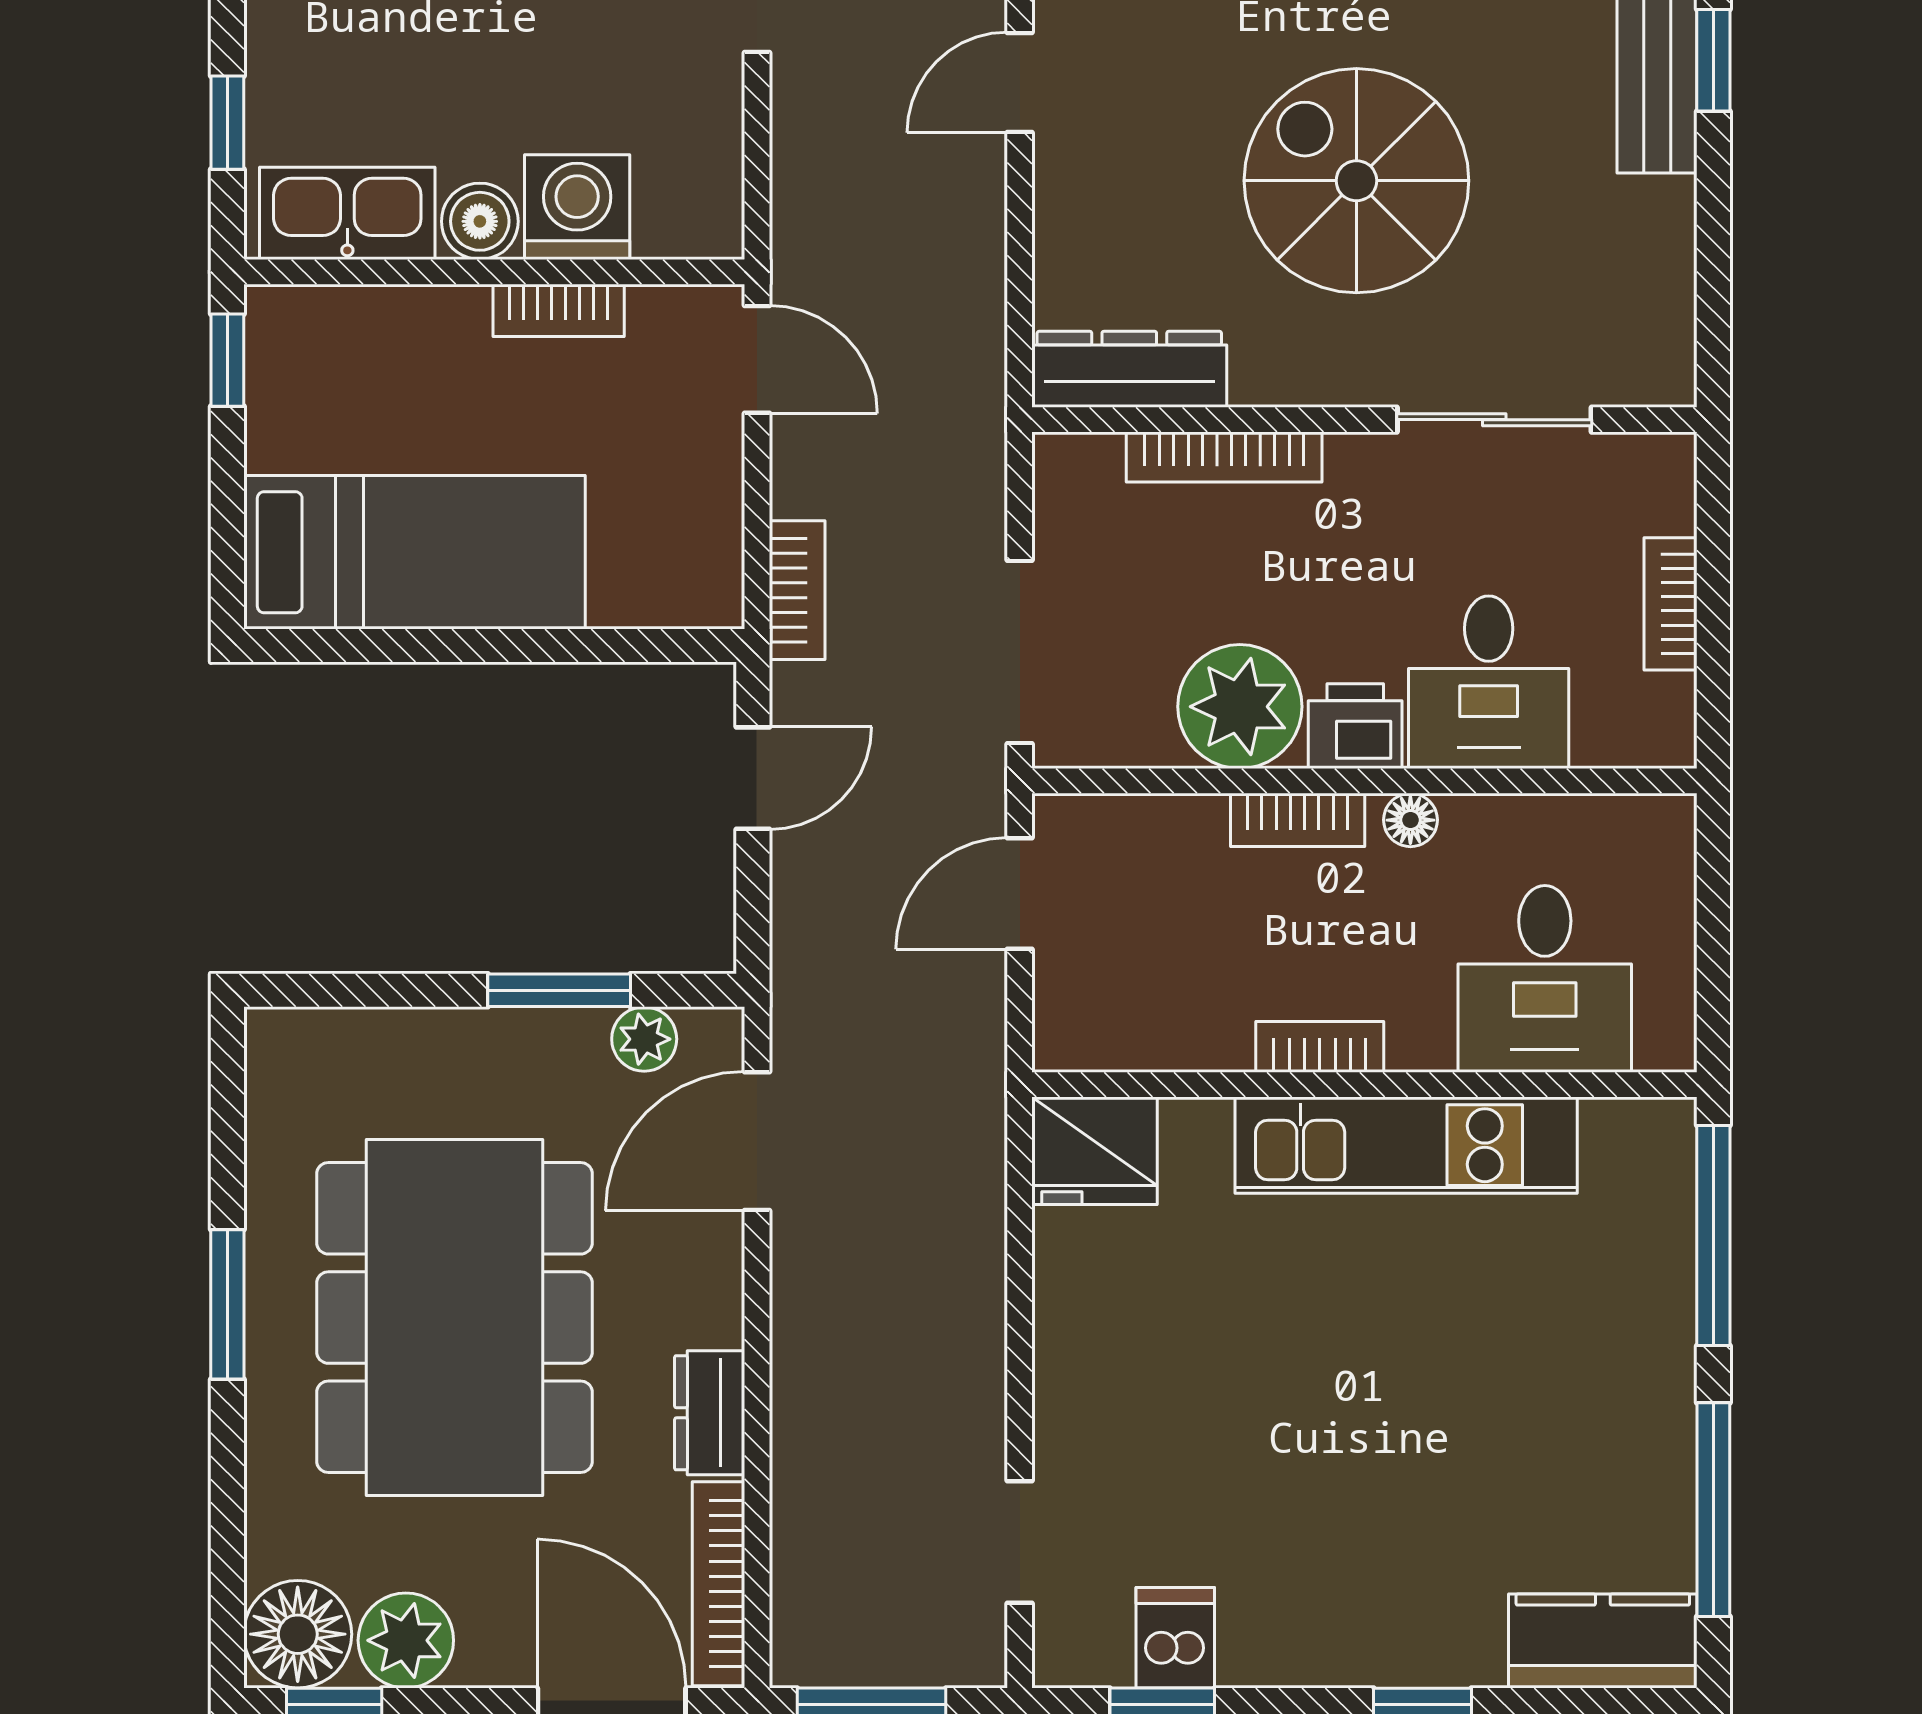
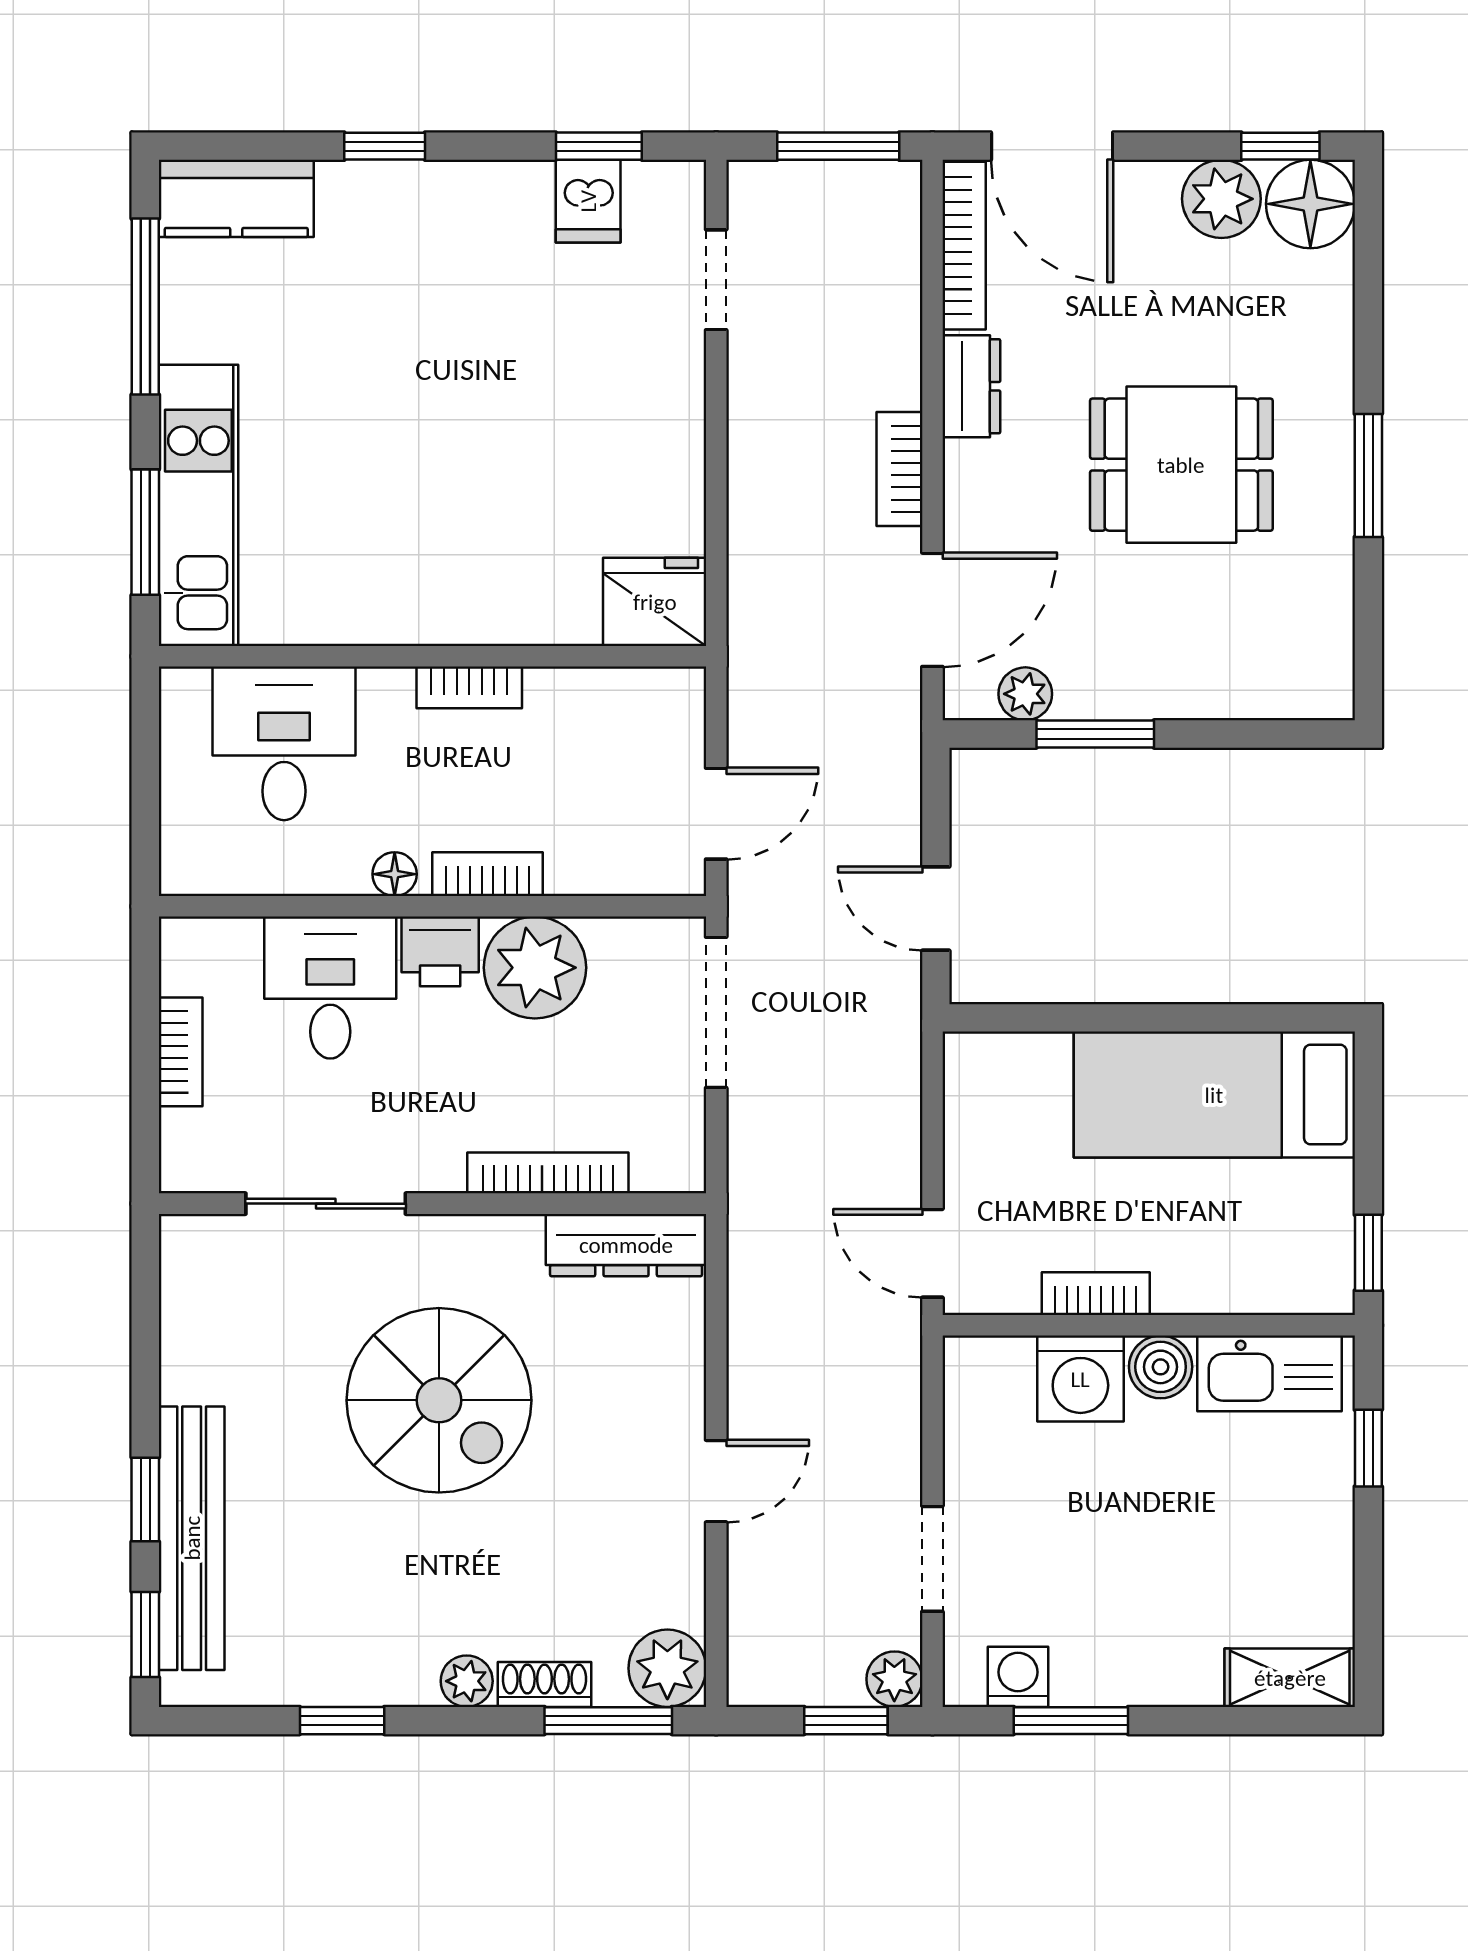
bookcase: (797, 590) -> (899, 469), moved
door: (753, 778) -> (936, 909), hinge flipped
kitchen unit: (1406, 1145) -> (198, 505), moved, turned 90
window: (1713, 1235) -> (145, 532), width x0.69
dining table: (455, 1318) -> (1181, 465), width x0.53, depth x0.80

